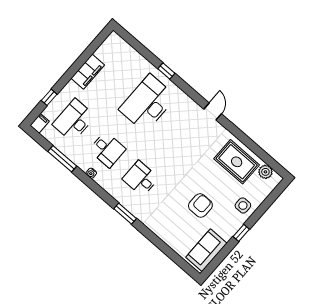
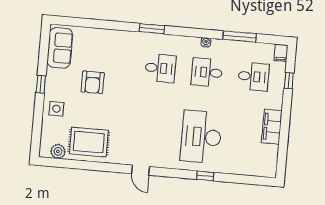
desk: (148, 103) -> (201, 137), turned 180
desk: (74, 120) -> (253, 76), width x0.73

